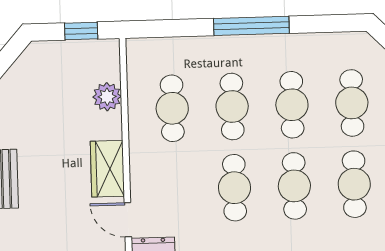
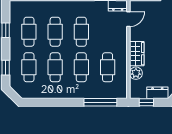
window: (251, 26) -> (100, 102), moved
dresser: (57, 53) -> (157, 93), added
wardrobe: (107, 169) -> (137, 54), moved
door: (128, 220) -> (128, 19), hinge flipped

